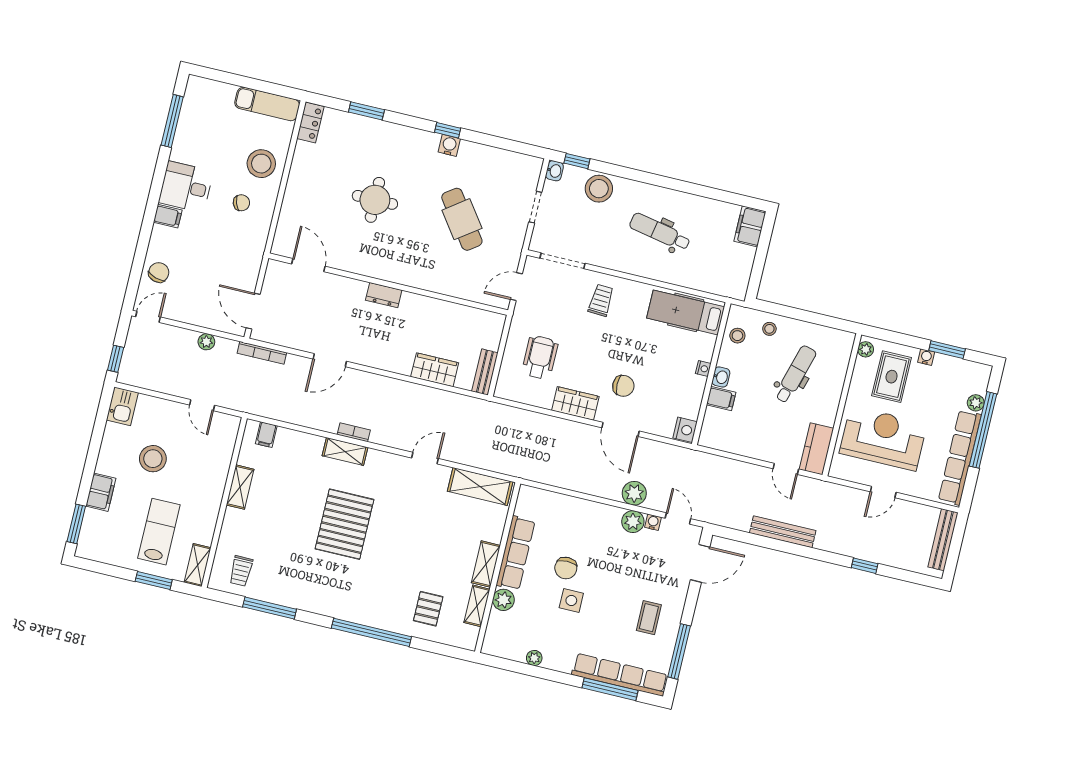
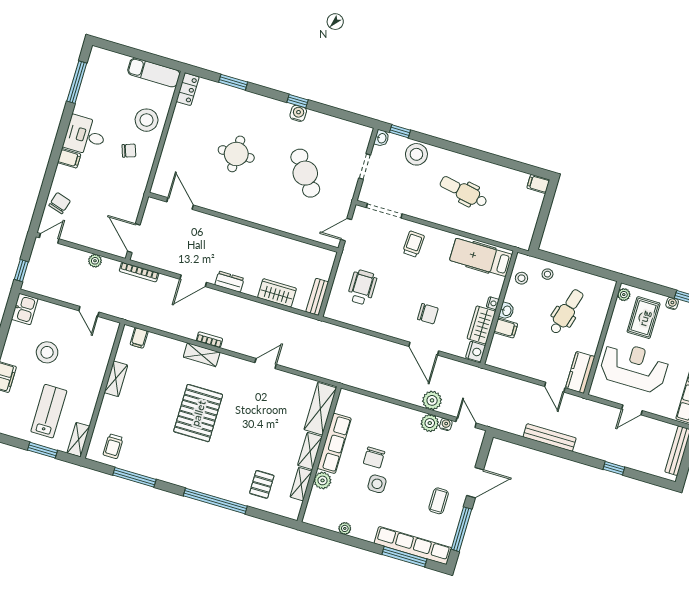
filing cabinet: (750, 226) -> (538, 184), width x0.50
dresser: (384, 295) -> (229, 282), moved, turned 180
wardrobe: (575, 403) -> (481, 325), moved, turned -90
shelving: (480, 487) -> (320, 409), moved, turned 90
door: (700, 563) -> (475, 483), moved

